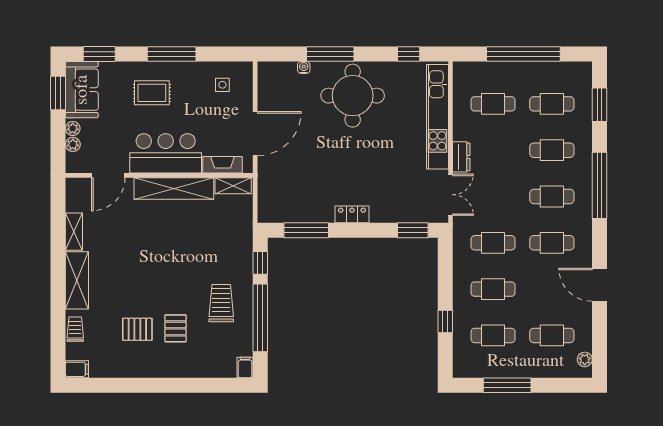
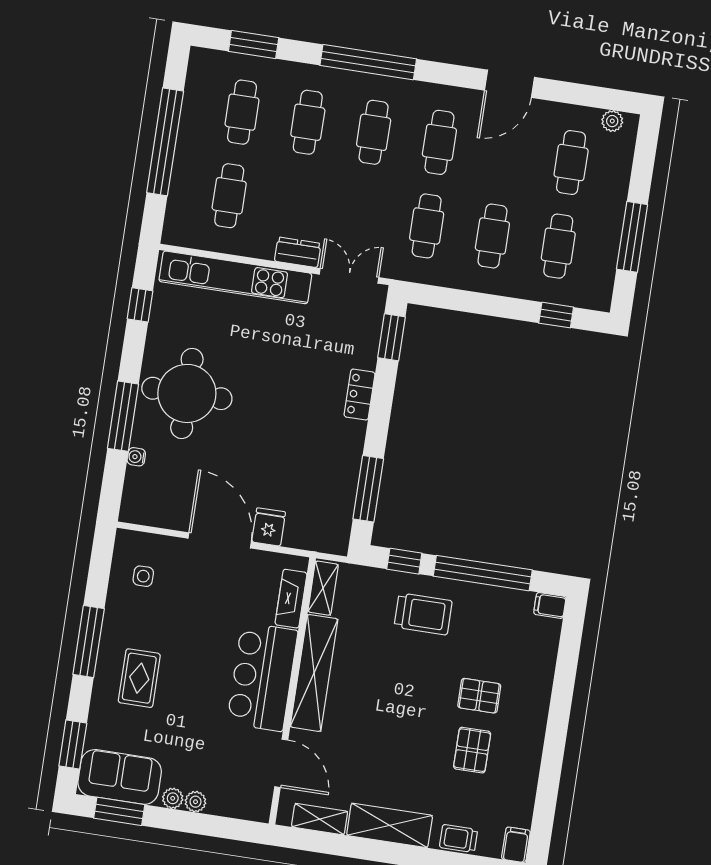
bar counter: (166, 153) -> (262, 677), moved
fireplace: (222, 165) -> (291, 599), moved
fridge: (269, 166) -> (269, 527), added
door: (108, 175) -> (281, 763), moved
wall: (159, 175) -> (292, 691), moved
shelving: (233, 186) -> (323, 588), moved
shelving: (174, 188) -> (314, 673), moved
locker: (352, 214) -> (360, 395), moved
trolley: (221, 303) -> (423, 614), moved, turned 180
window: (445, 322) -> (556, 315), moved

